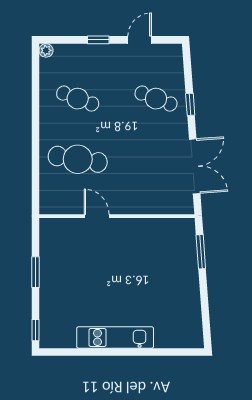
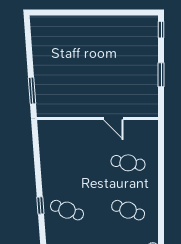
cafe table: (78, 159) -> (128, 163), width x0.73, depth x0.74
double door: (195, 166) -> (37, 157), removed
kitchen unit: (115, 337) -> (99, 24), removed

